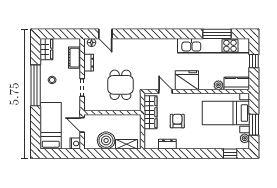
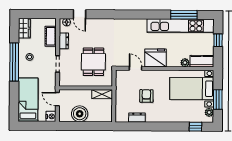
wardrobe: (151, 112) -> (121, 88), removed
shelving: (126, 144) -> (102, 94), moved

